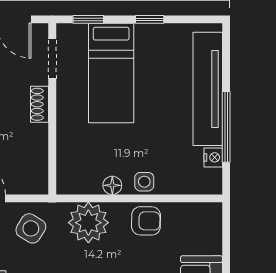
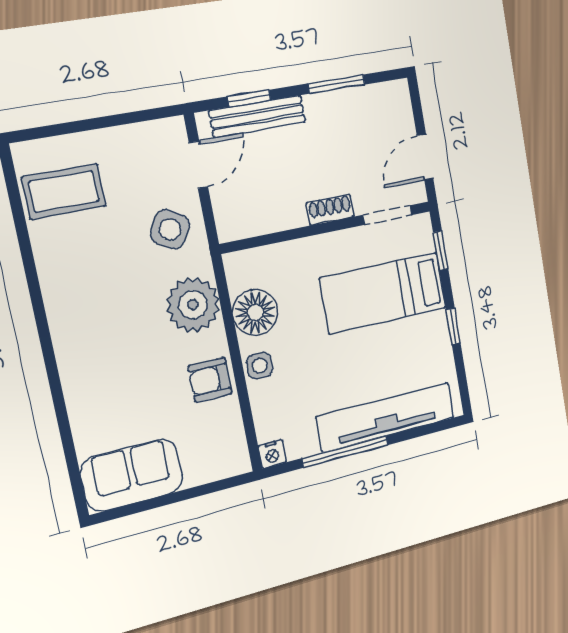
nightstand: (213, 157) -> (272, 454), moved
floor lamp: (112, 185) -> (255, 312), width x1.89, depth x1.89
armchair: (146, 221) -> (210, 380), turned 89

